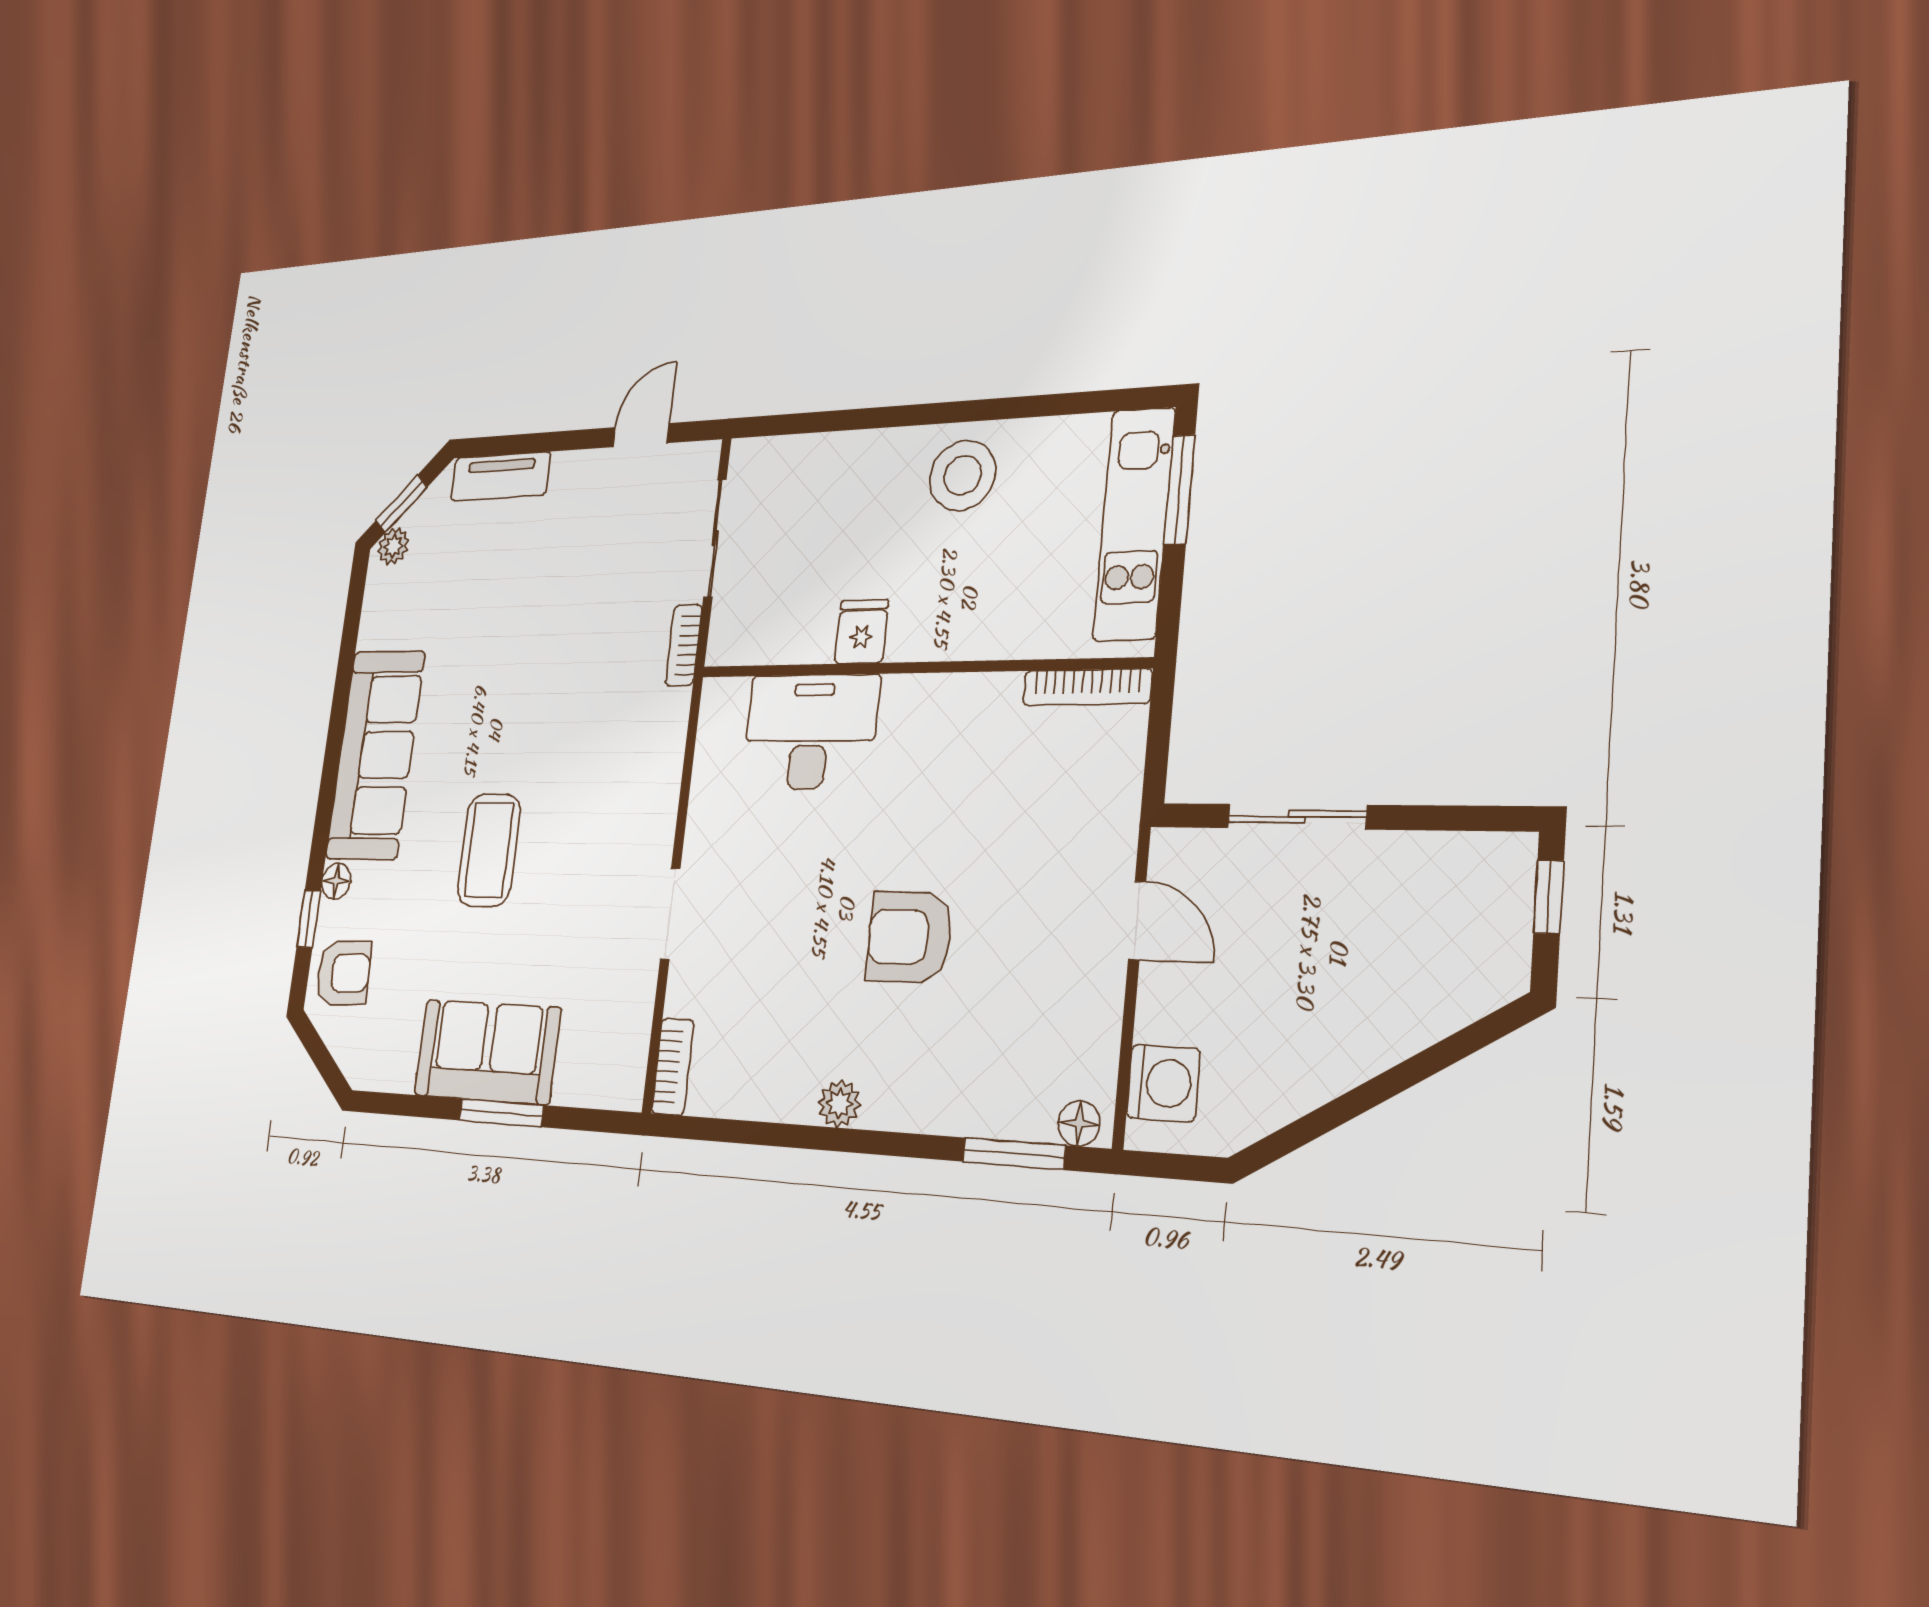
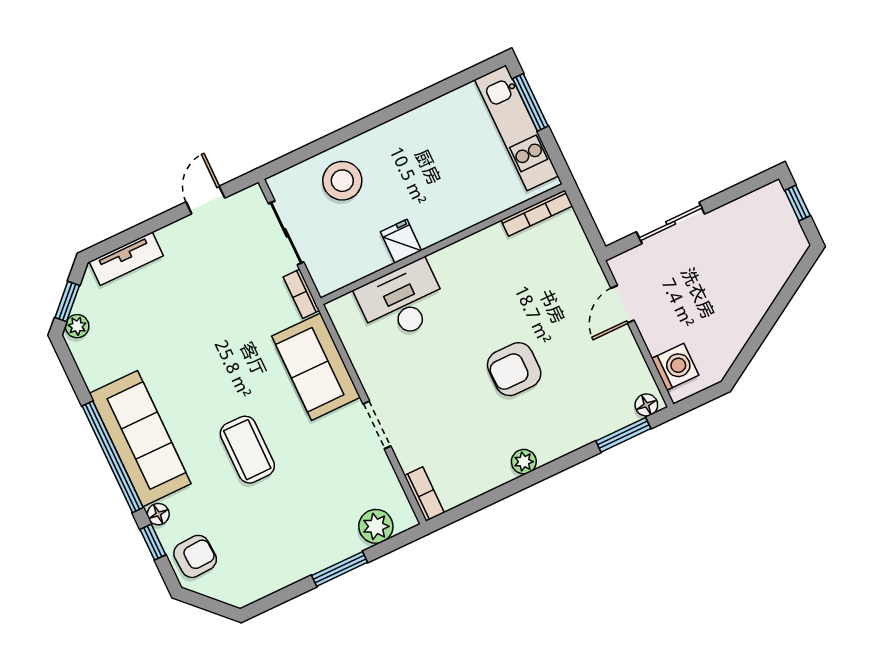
stool: (963, 475) -> (342, 181), moved
window: (331, 763) -> (113, 457), added
door: (1137, 921) -> (623, 304), swing flipped
sofa: (487, 1052) -> (316, 367), moved, turned -90
plant: (582, 1077) -> (376, 526), added

